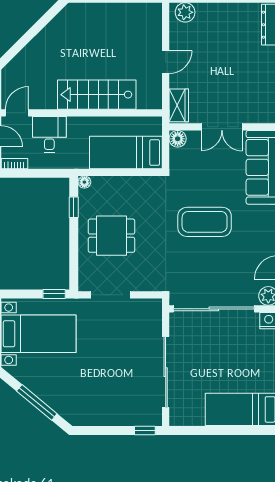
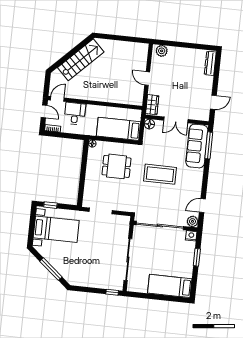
door: (166, 62) -> (147, 79), swing flipped
stairs: (97, 95) -> (81, 60), moved, turned 135
window: (74, 207) -> (85, 158), removed
dining table: (111, 236) -> (116, 166), moved
window: (54, 294) -> (50, 205), moved

